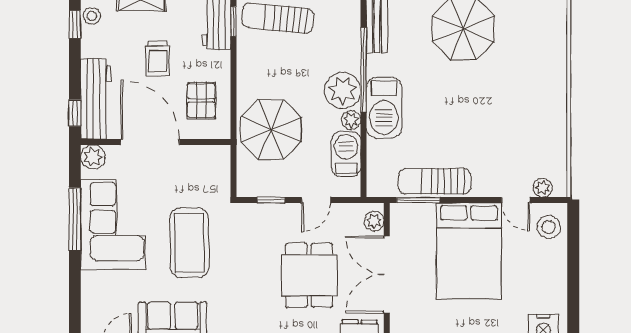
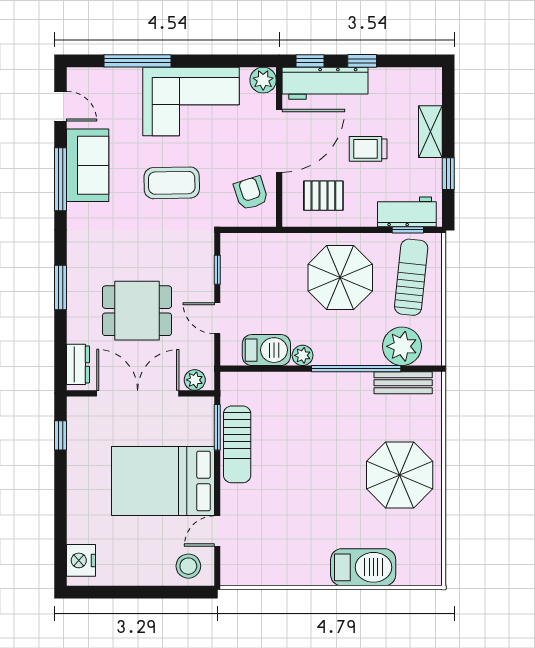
stool: (92, 16) -> (414, 79), removed
window: (75, 24) -> (362, 61), moved
plant: (343, 90) -> (402, 346), moved
barbecue: (384, 108) -> (363, 567), moved, turned 180
parasol: (271, 129) -> (340, 278), moved
armchair: (199, 168) -> (251, 193), added
sun lounger: (435, 181) -> (237, 444), turned 180
plant: (543, 188) -> (230, 560), removed
window: (75, 219) -> (138, 61), moved
coffee table: (189, 243) -> (172, 183), width x0.73, depth x0.76

